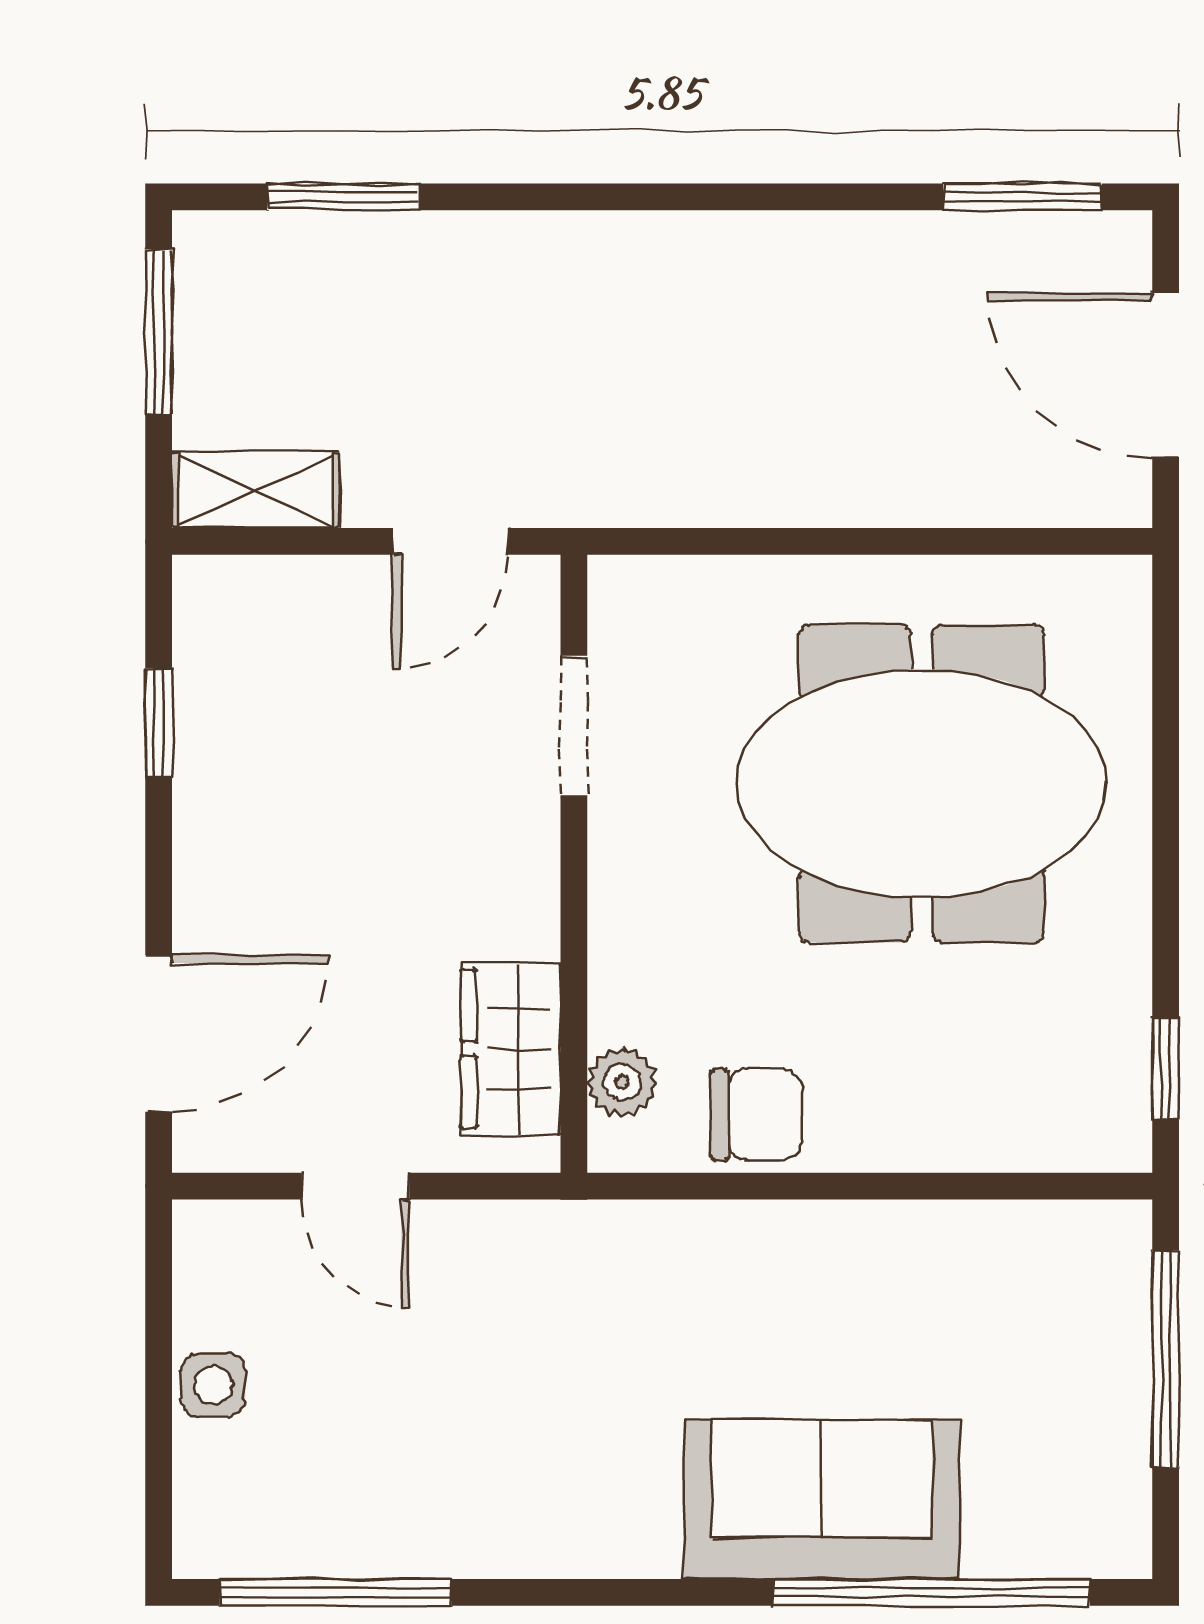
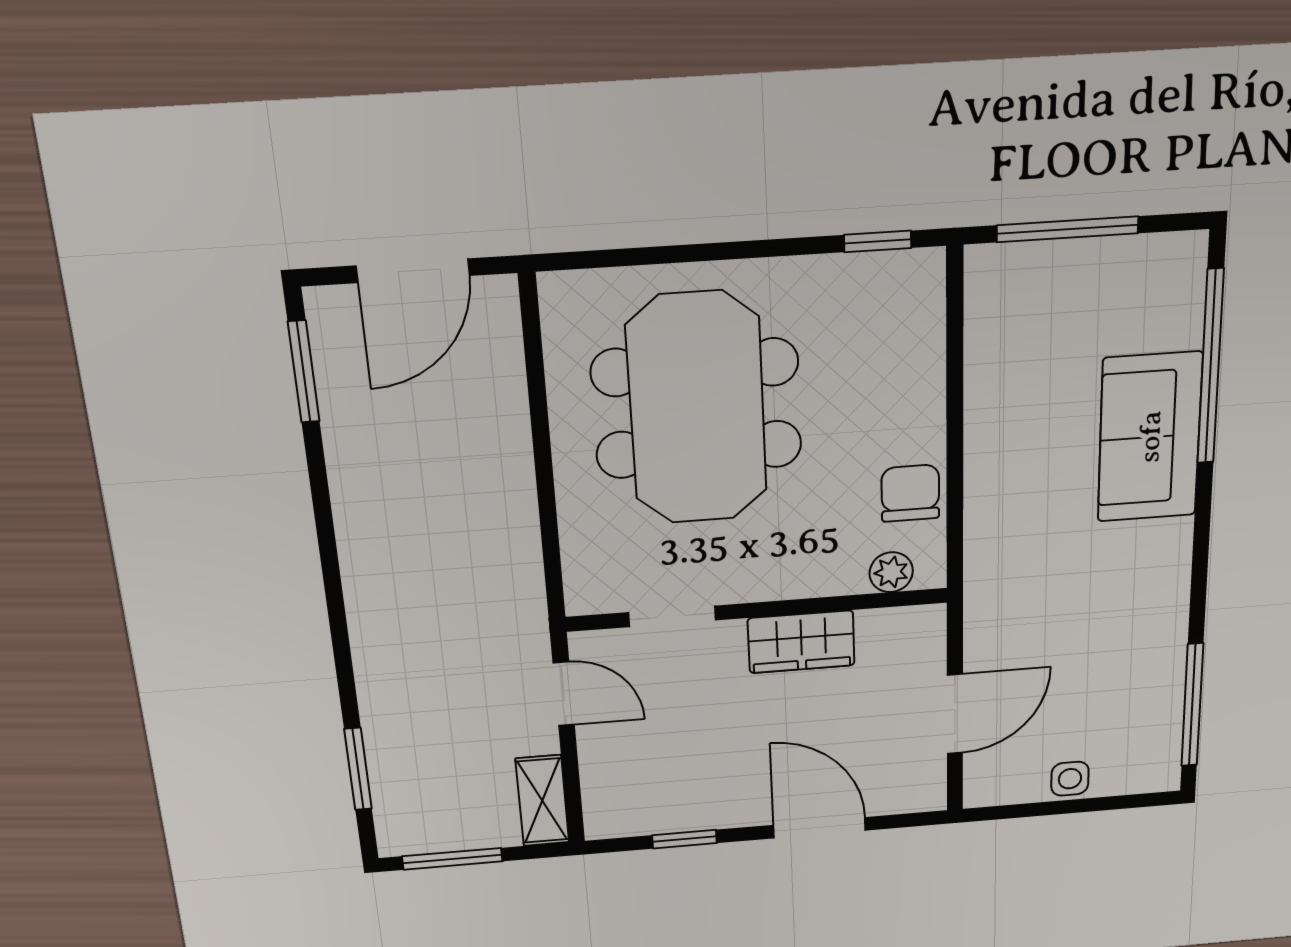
door: (159, 1033) -> (820, 828), moved
wardrobe: (511, 1049) -> (801, 642), moved
door: (355, 1186) -> (955, 714), width x1.38

